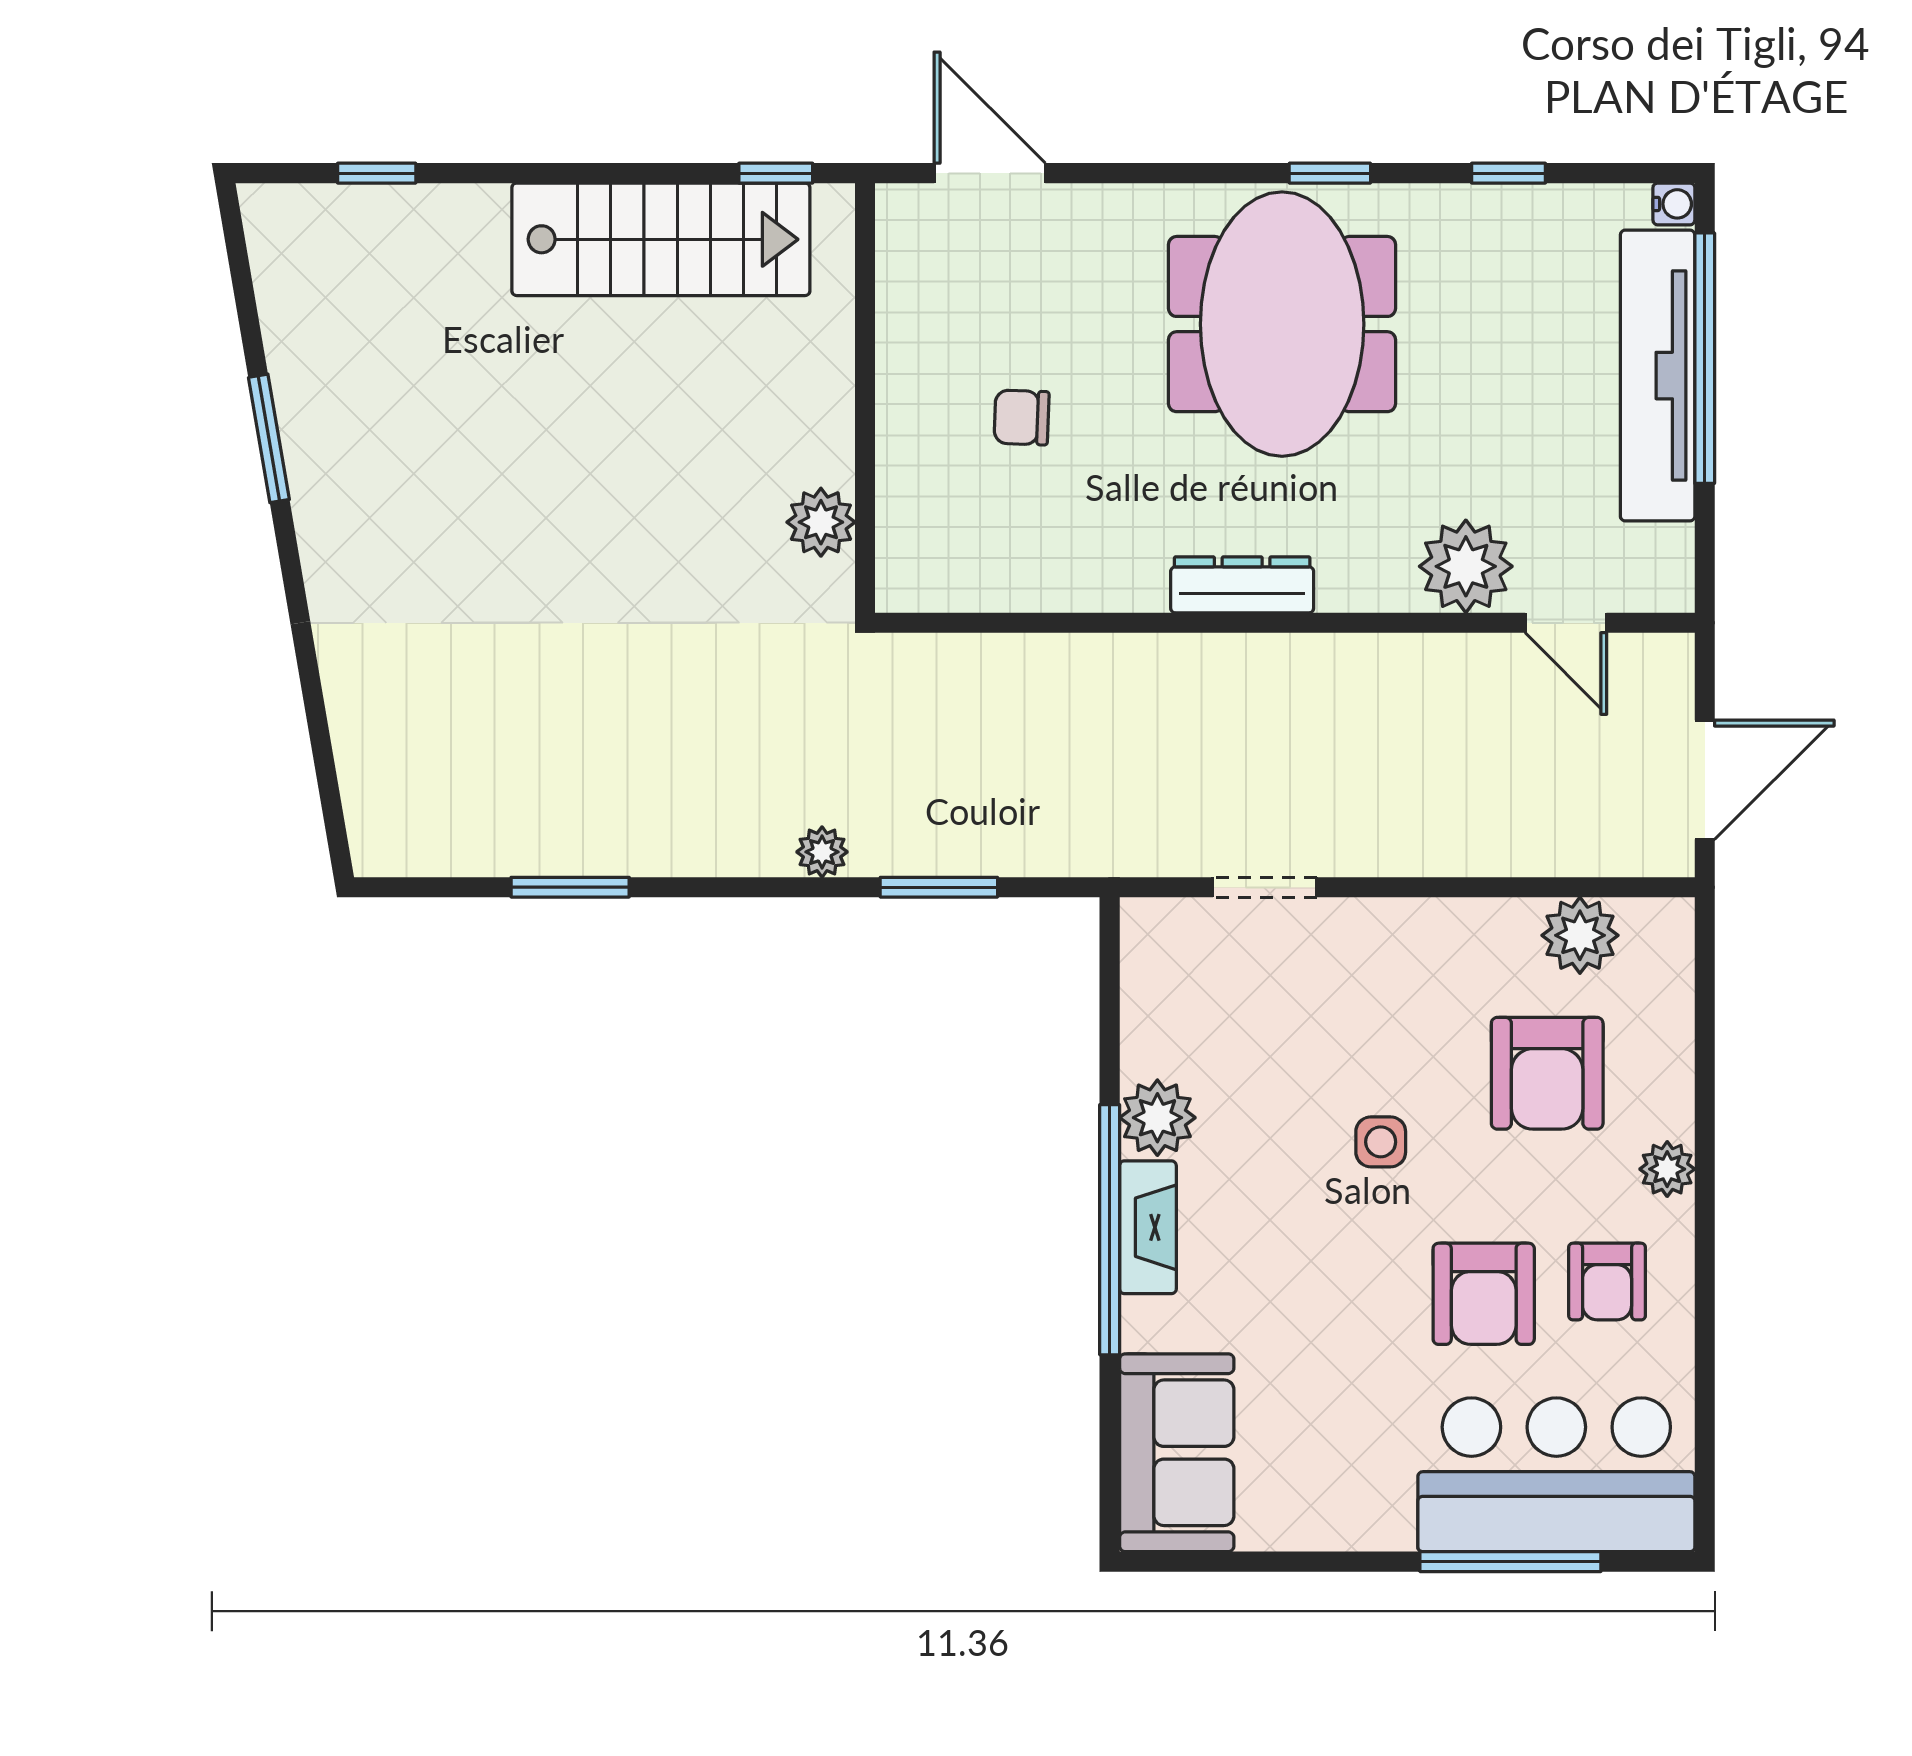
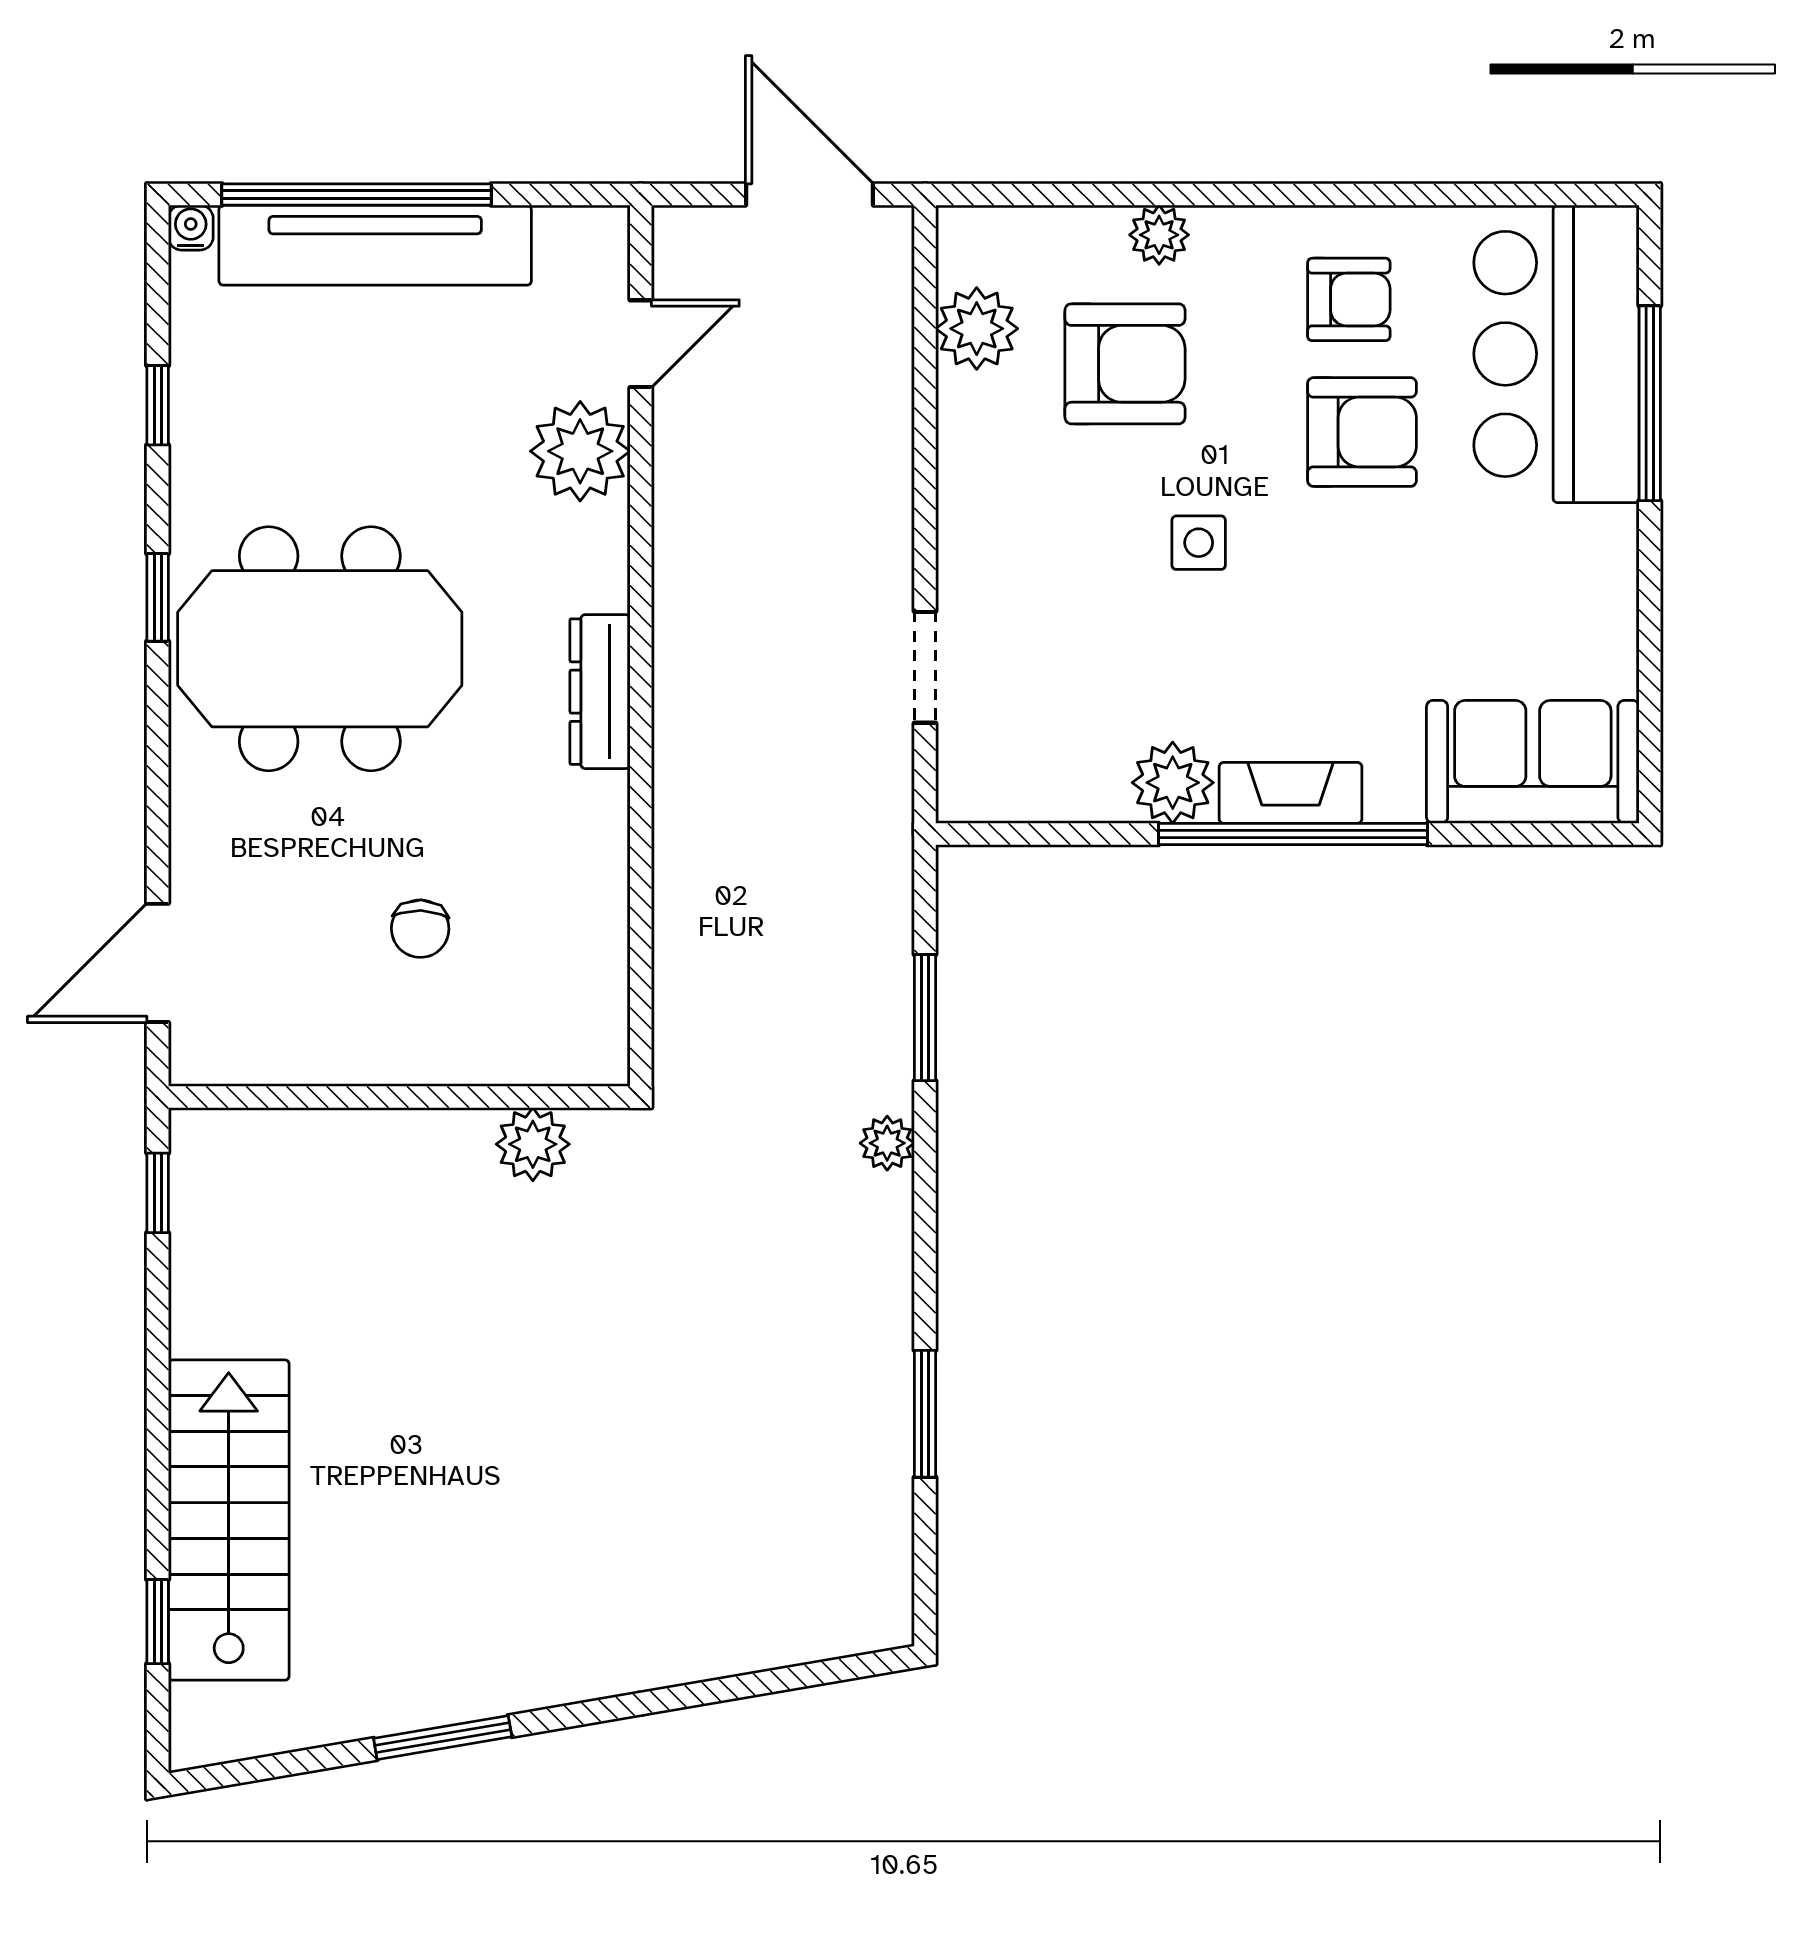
stairs: (661, 239) -> (229, 1520), moved
plant: (1667, 1169) -> (1159, 235), moved

